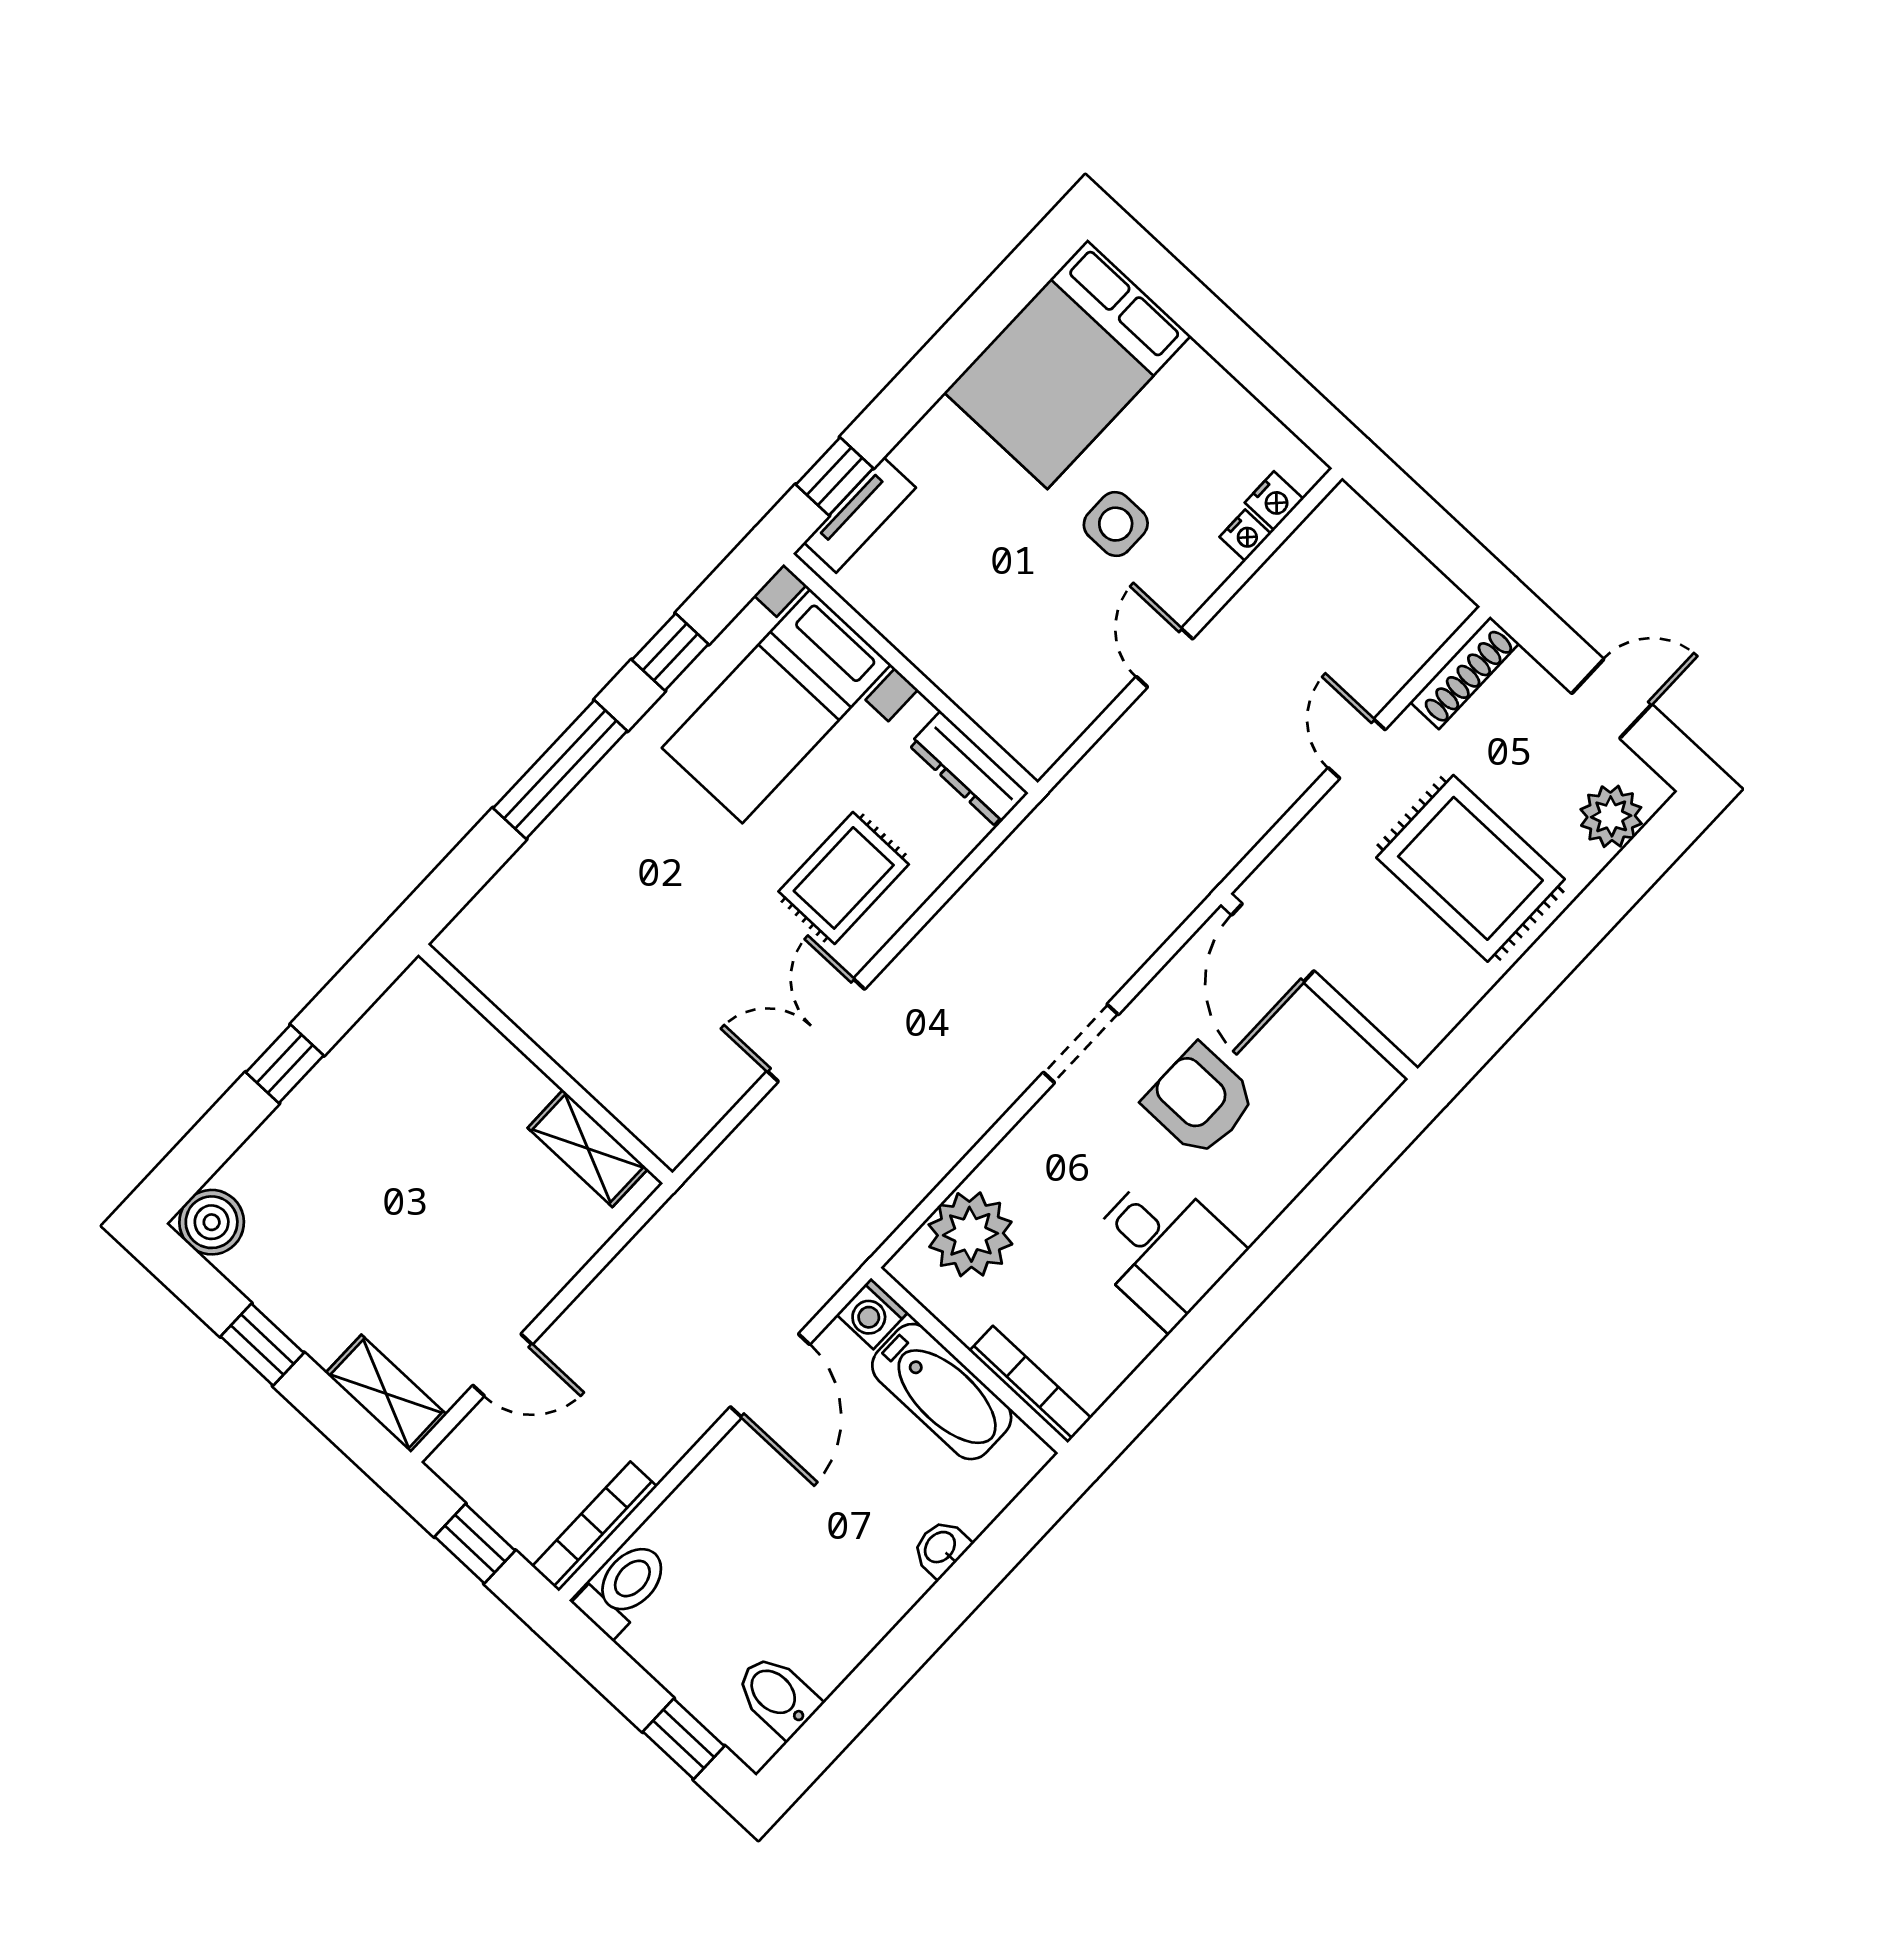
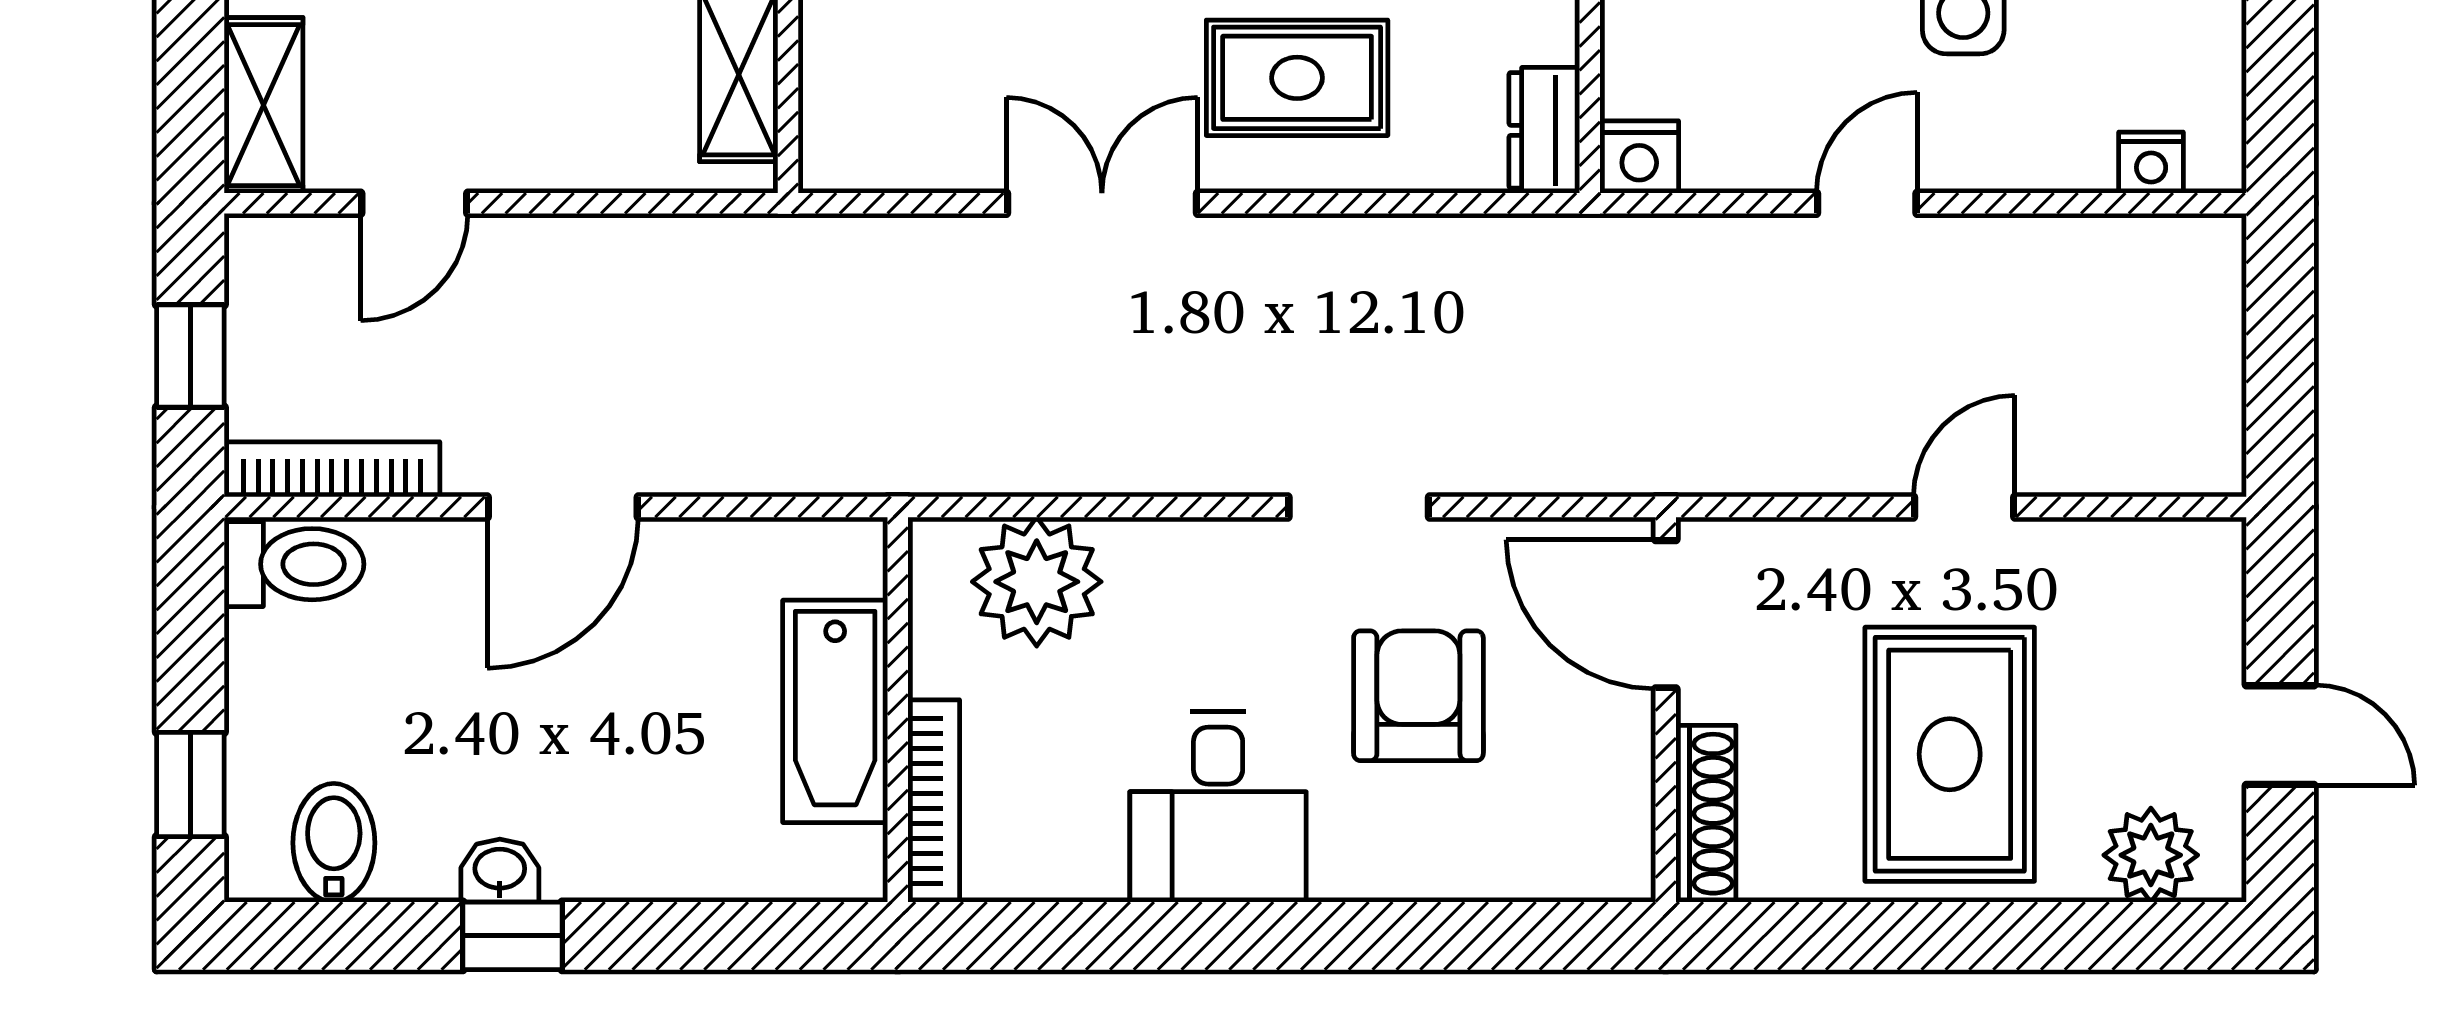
nightstand: (1245, 535) -> (1639, 157), moved, width x1.39, depth x1.35
shoe rack: (1465, 673) -> (1706, 814), moved, turned -90
dresser: (969, 769) -> (1544, 130), width x0.70
door: (1273, 943) -> (1666, 614), hinge flipped
washing machine: (872, 1314) -> (849, 555), removed
door: (503, 1365) -> (414, 203), hinge flipped
door: (770, 1376) -> (563, 507), moved
washbasin: (941, 1548) -> (500, 871), moved
window: (904, 1651) -> (513, 936), added

